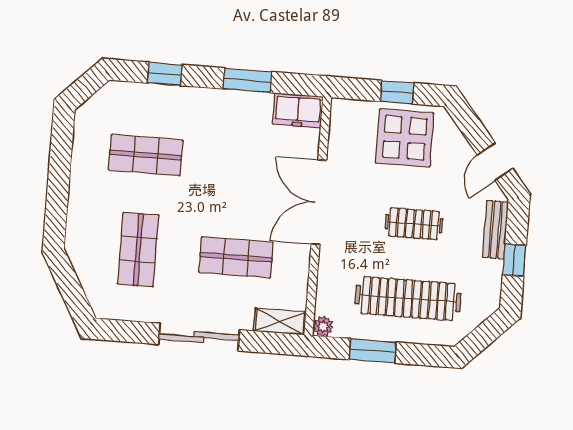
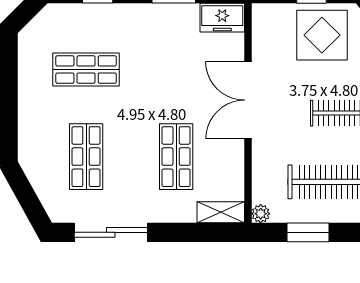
shop shelf: (236, 257) -> (176, 157), turned 90
sliding door: (199, 337) -> (111, 232), moved

